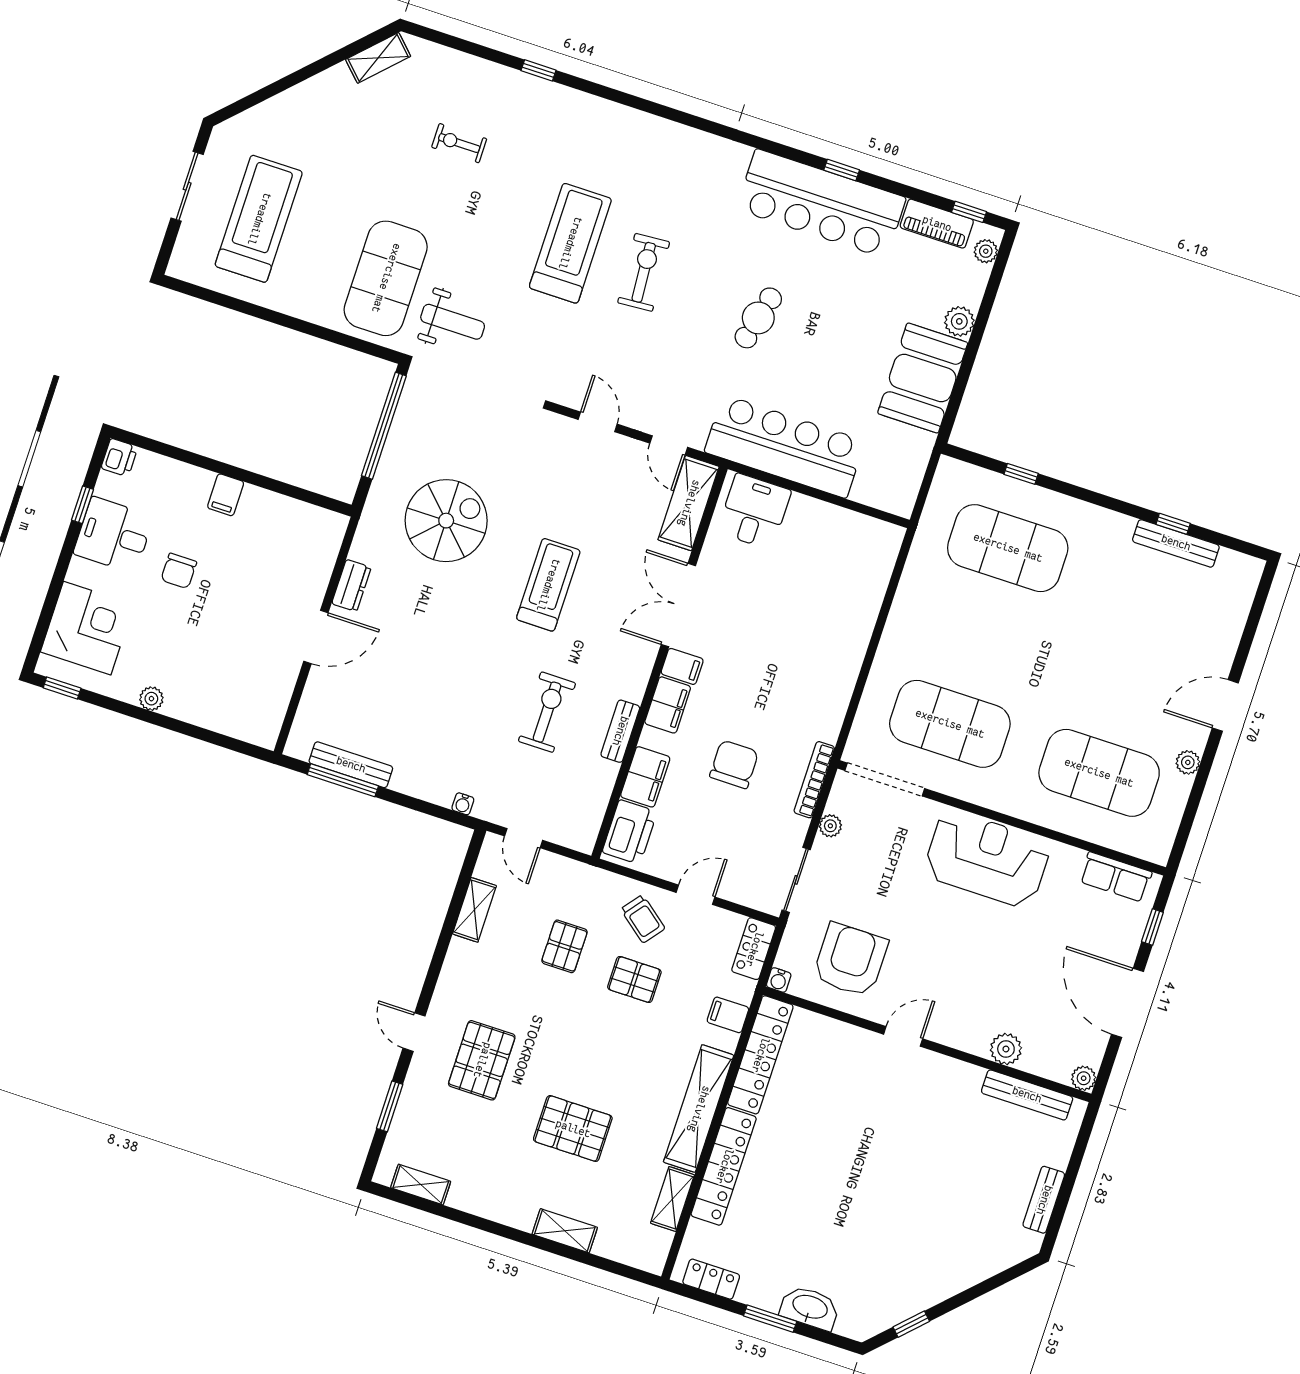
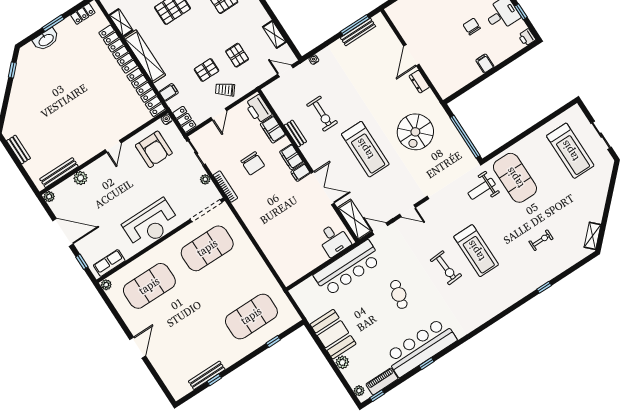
treadmill: (548, 585) -> (365, 149), width x1.37, depth x1.38
plant: (1188, 762) -> (106, 285), moved

